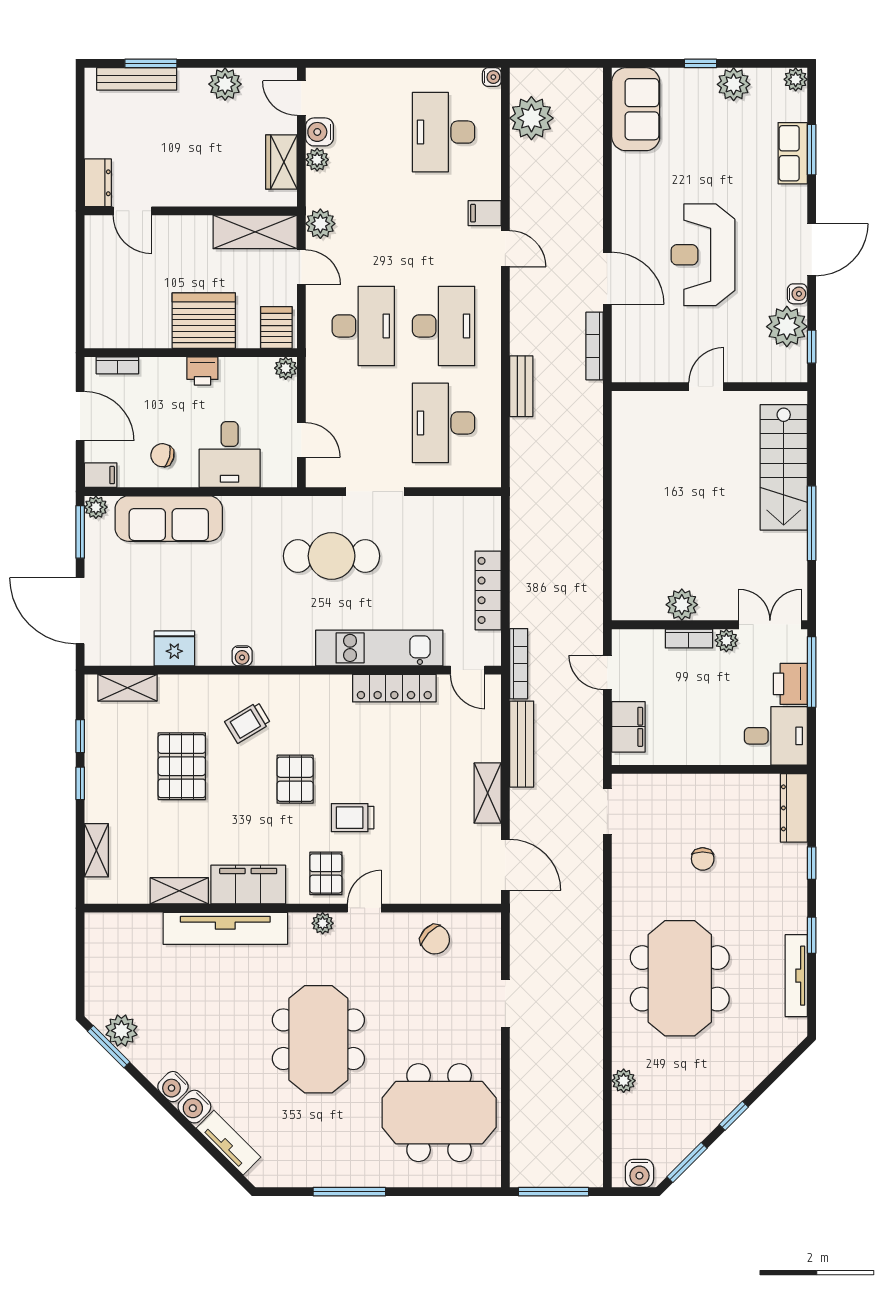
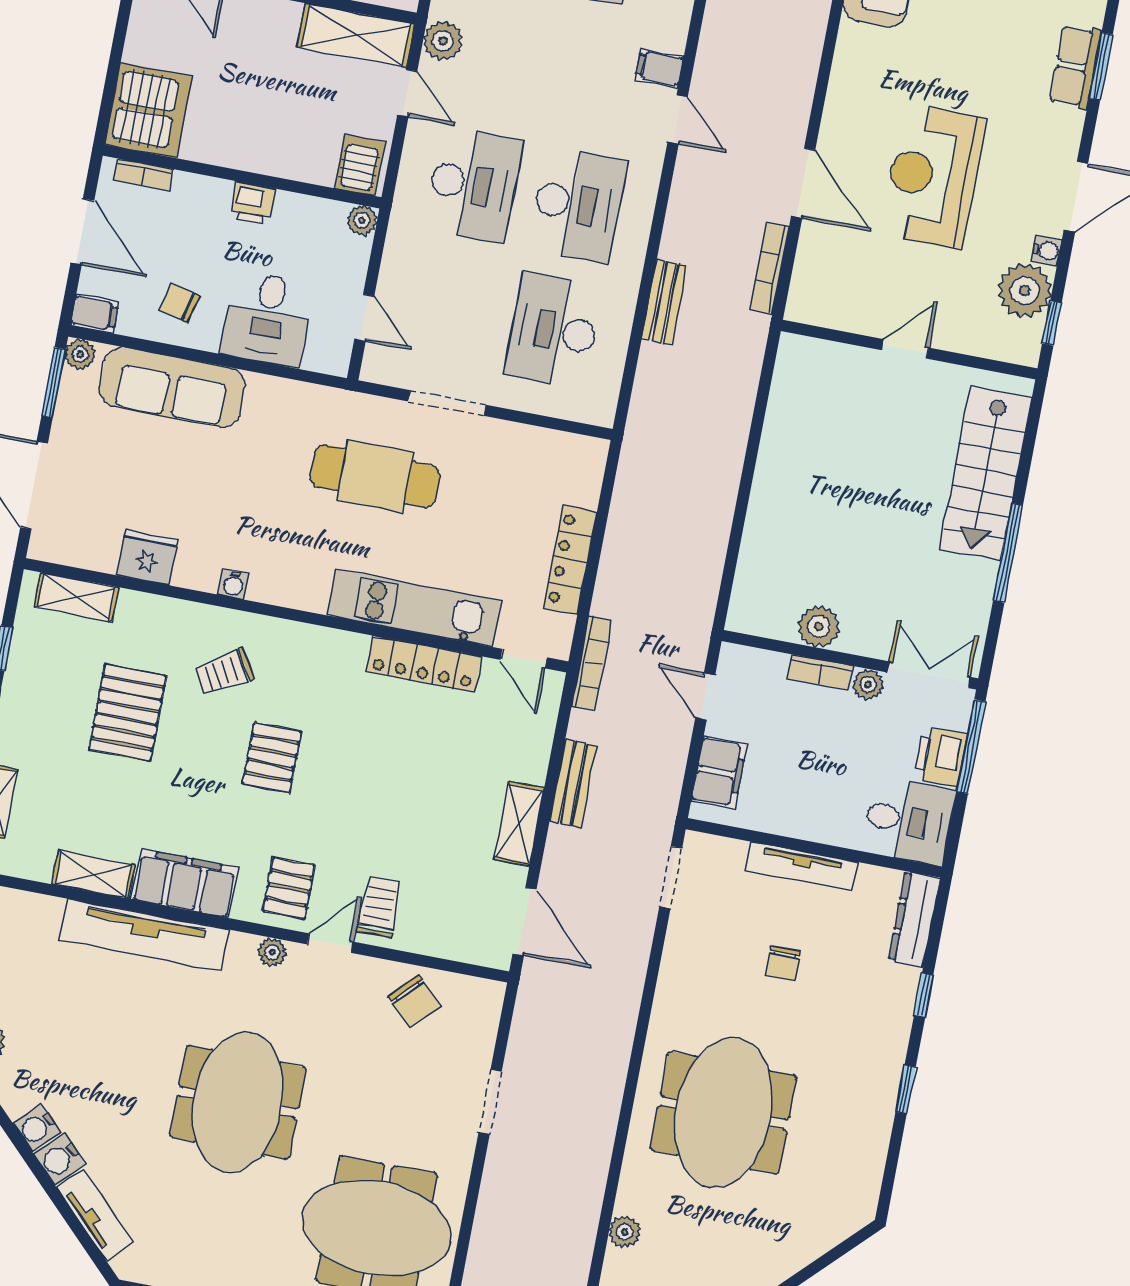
server rack: (204, 321) -> (149, 110), moved, turned 90
bench: (522, 744) -> (573, 783), width x0.73
trolley: (353, 818) -> (379, 907), moved, turned 90
tv unit: (796, 976) -> (802, 866), moved, turned -90

